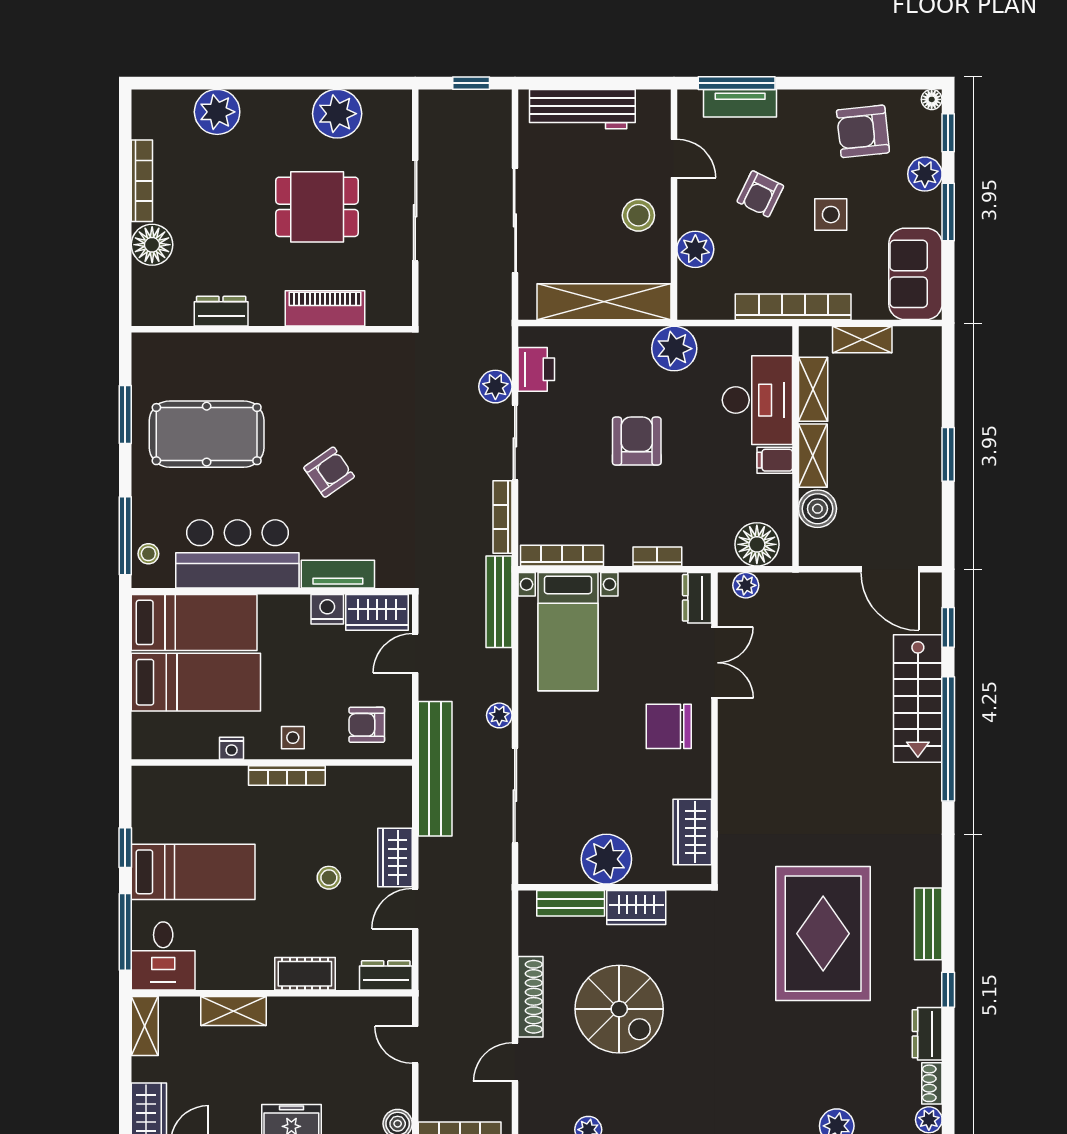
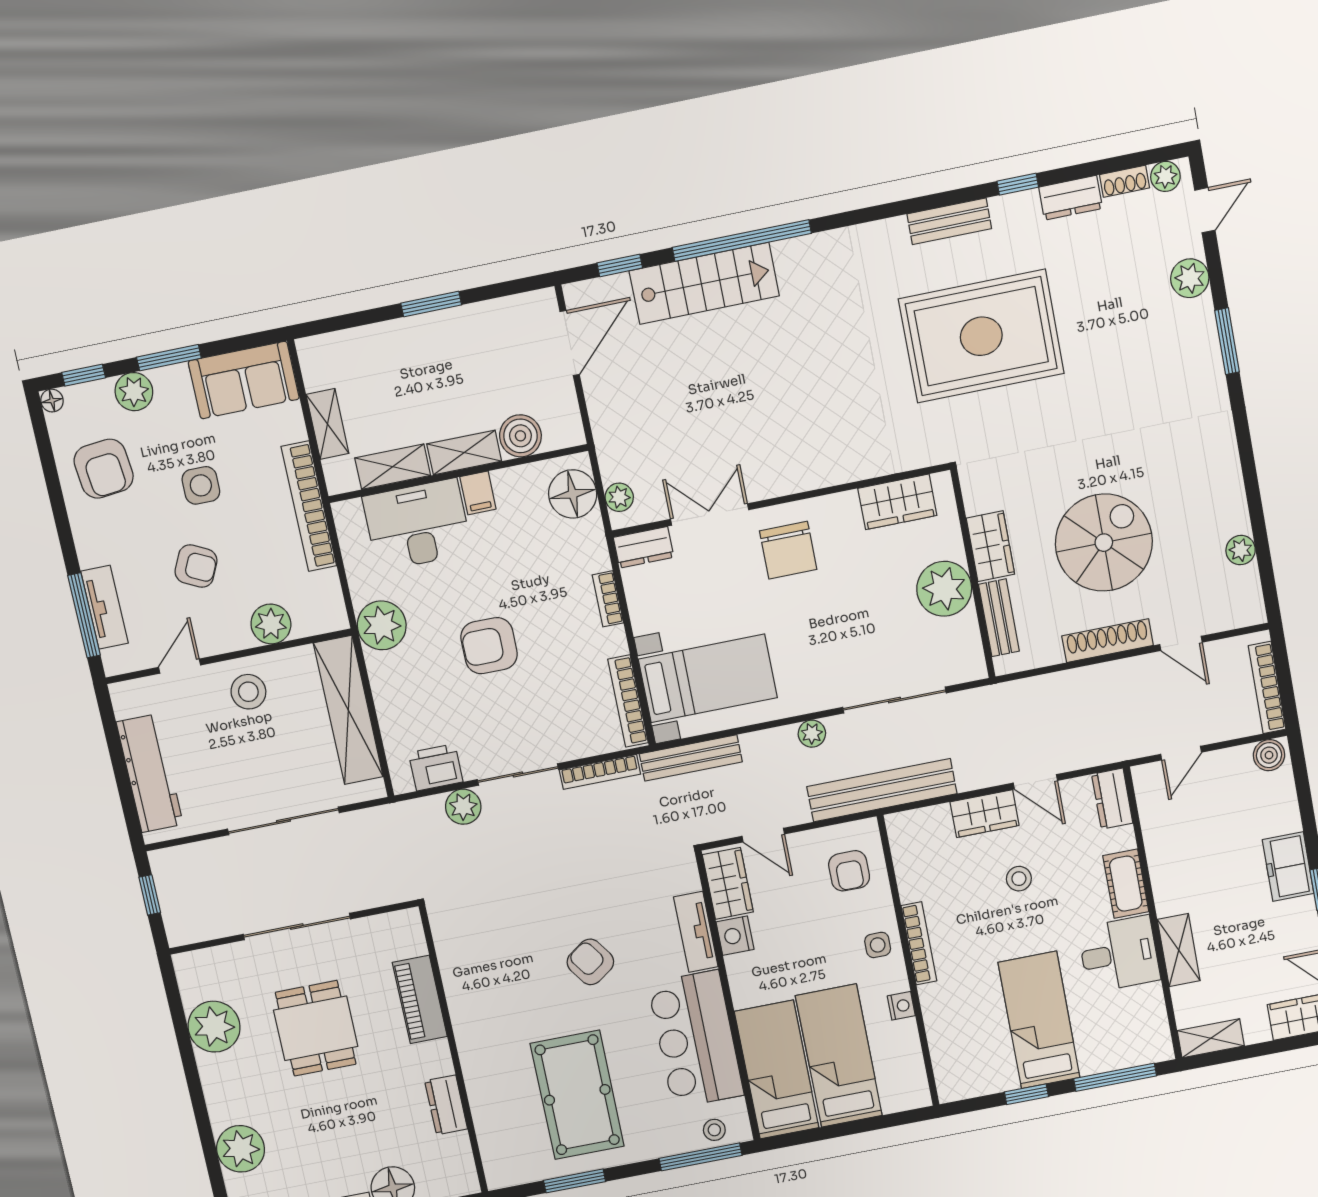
desk: (163, 956) -> (1119, 954), moved

